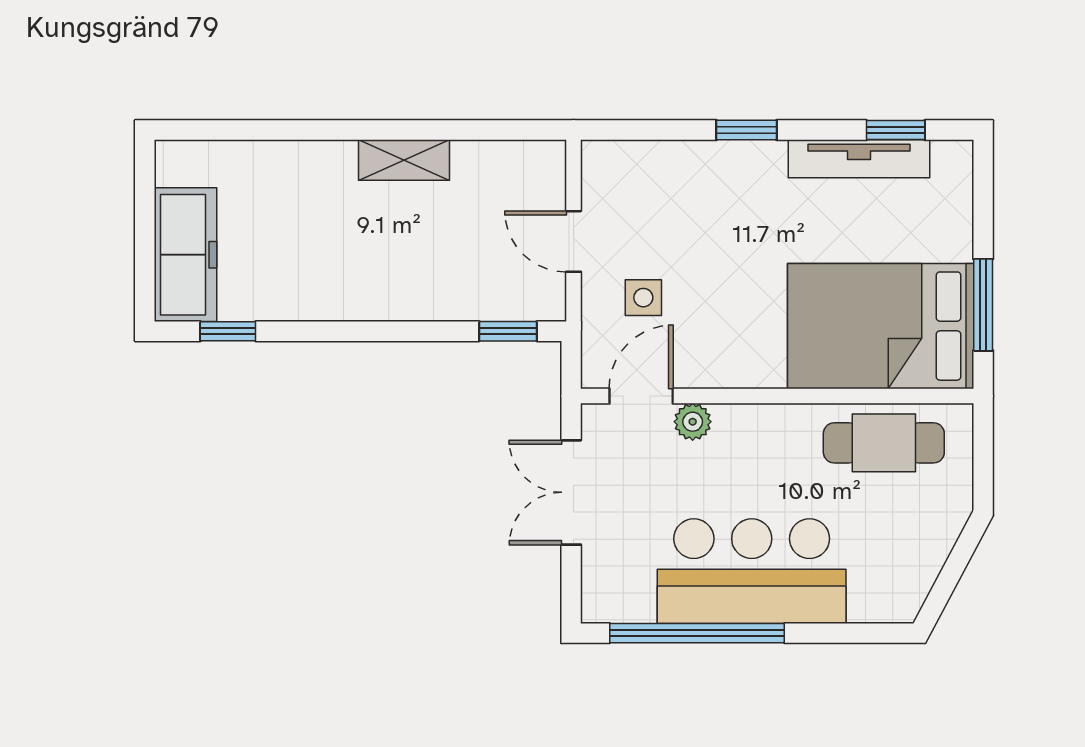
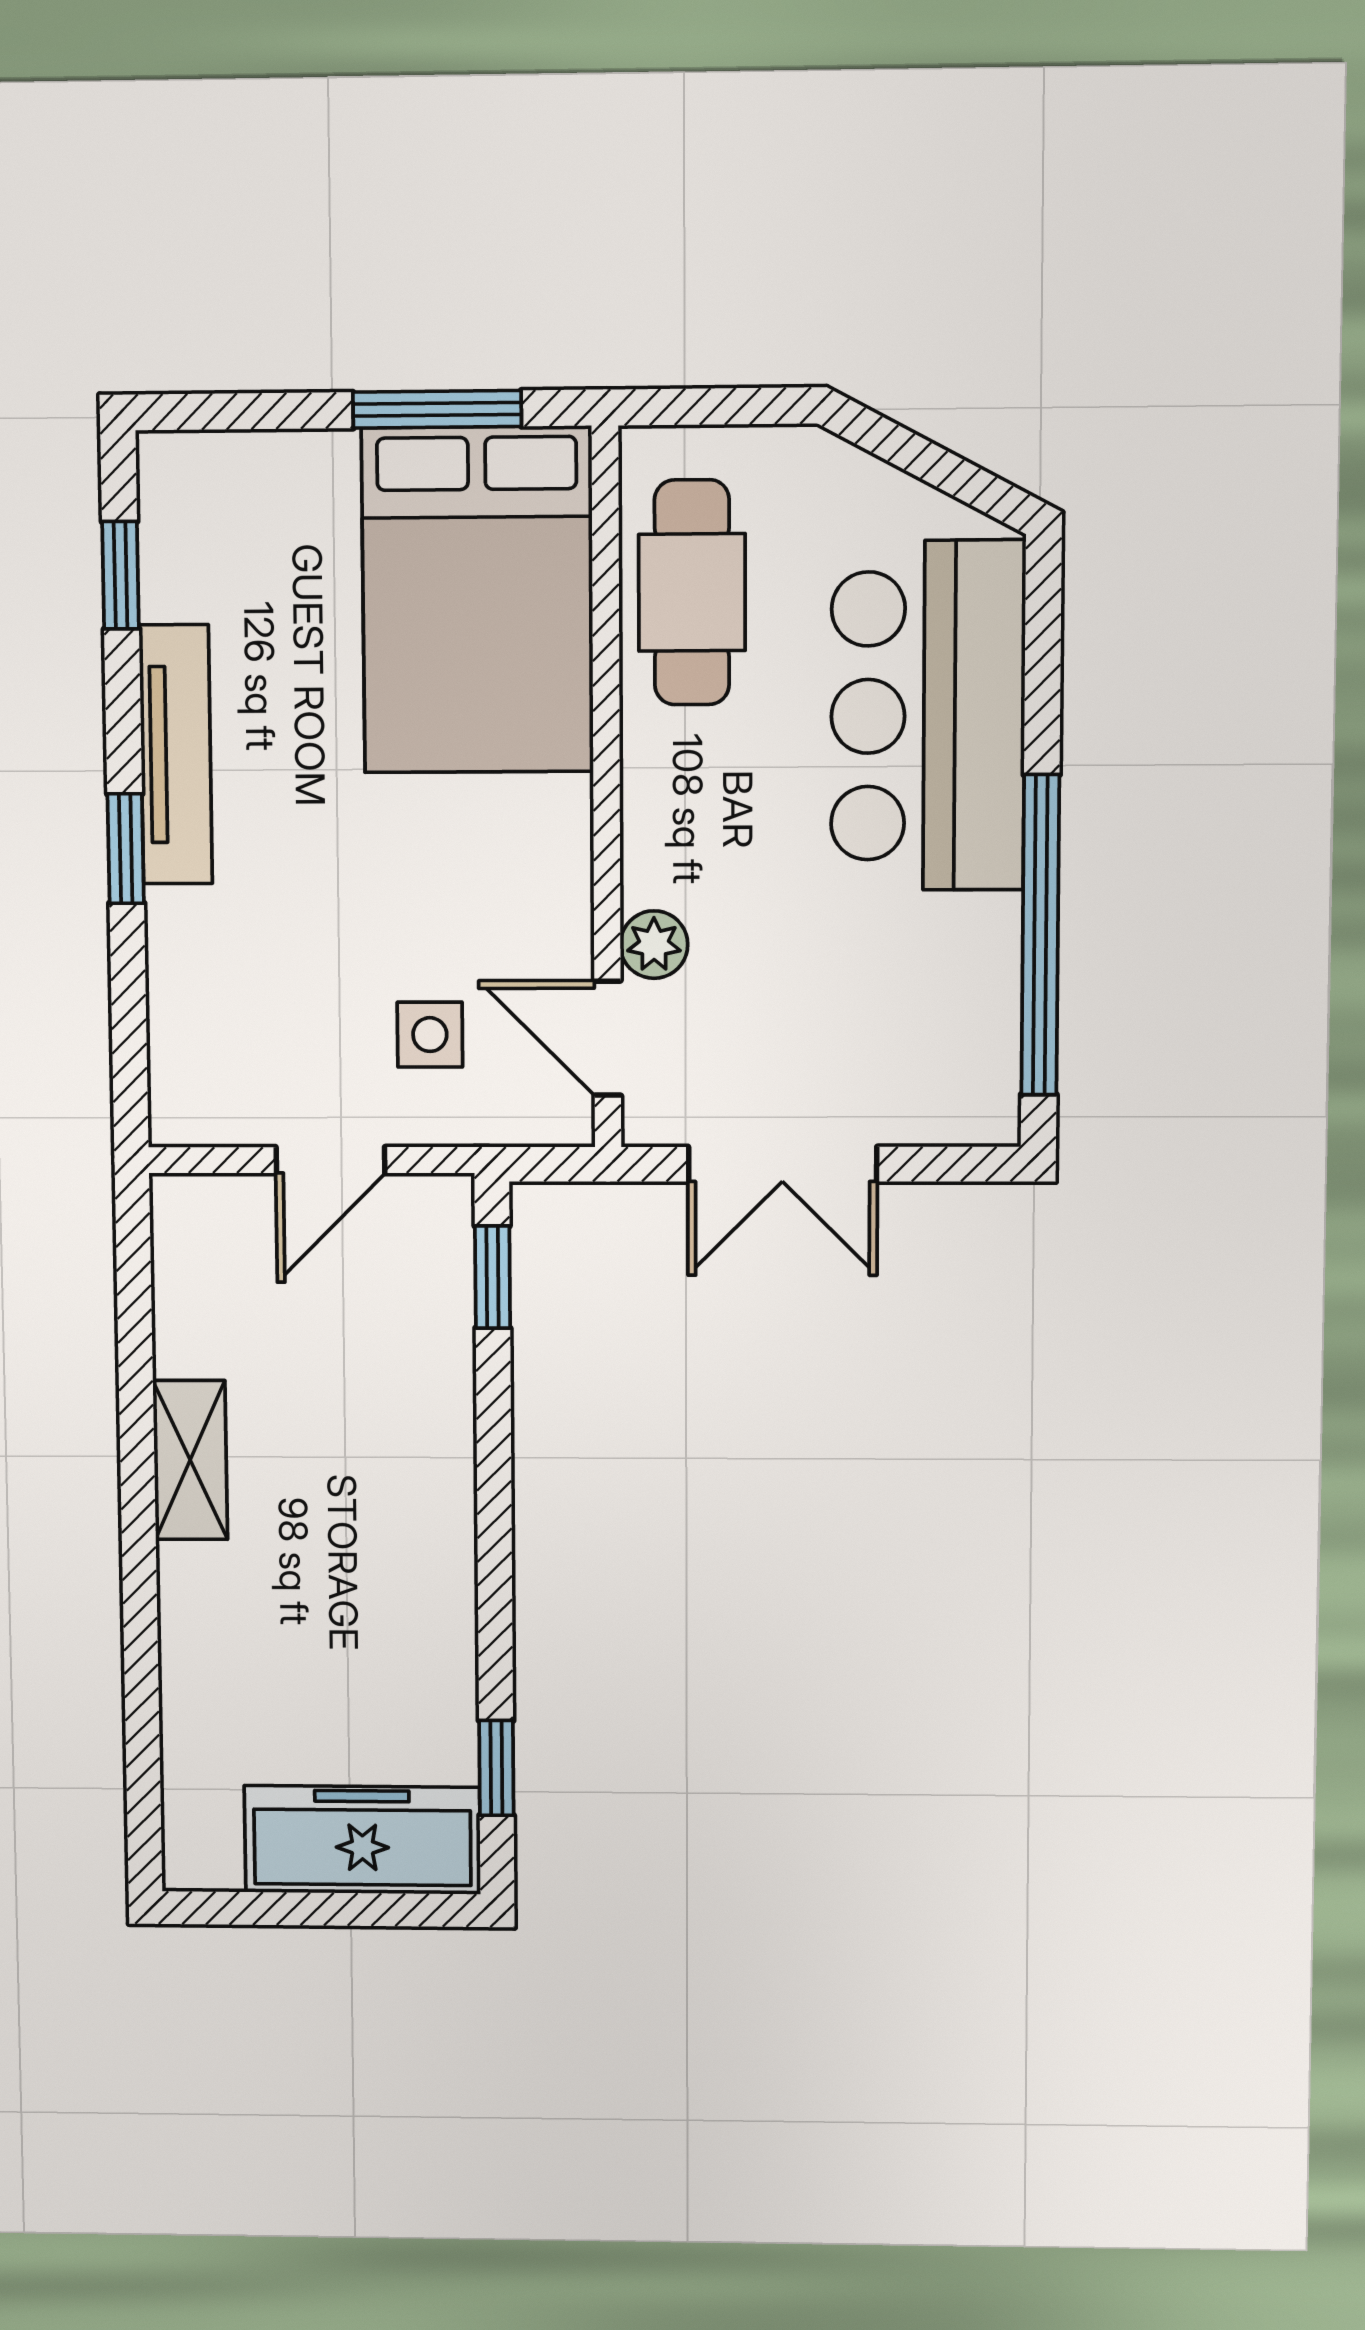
tv unit: (859, 159) -> (176, 755), moved
bar counter: (752, 571) -> (928, 716), moved

